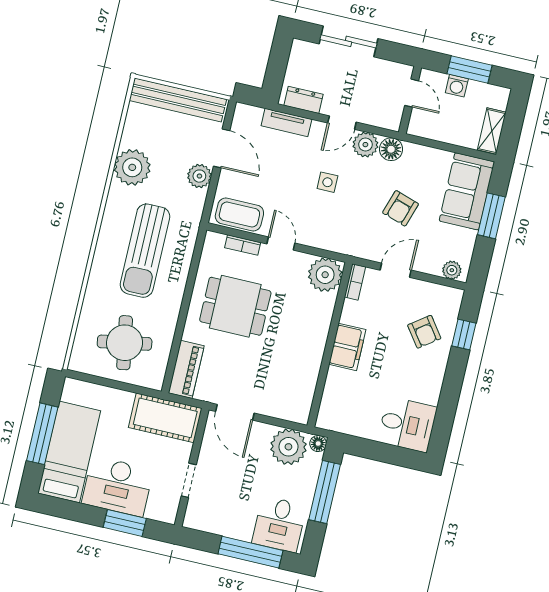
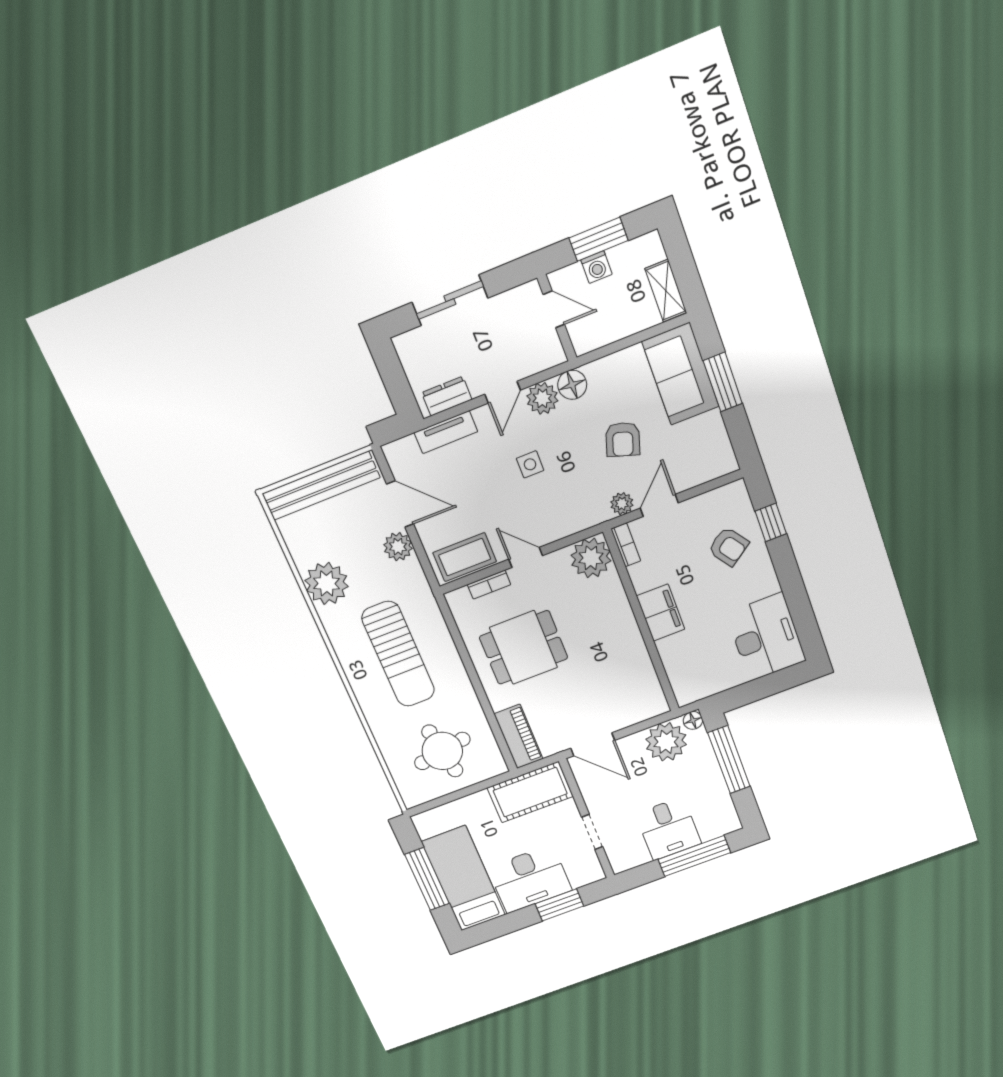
plant: (452, 270) -> (622, 504), moved
desk: (407, 424) -> (766, 637), width x1.37
desk: (279, 524) -> (668, 829), moved

